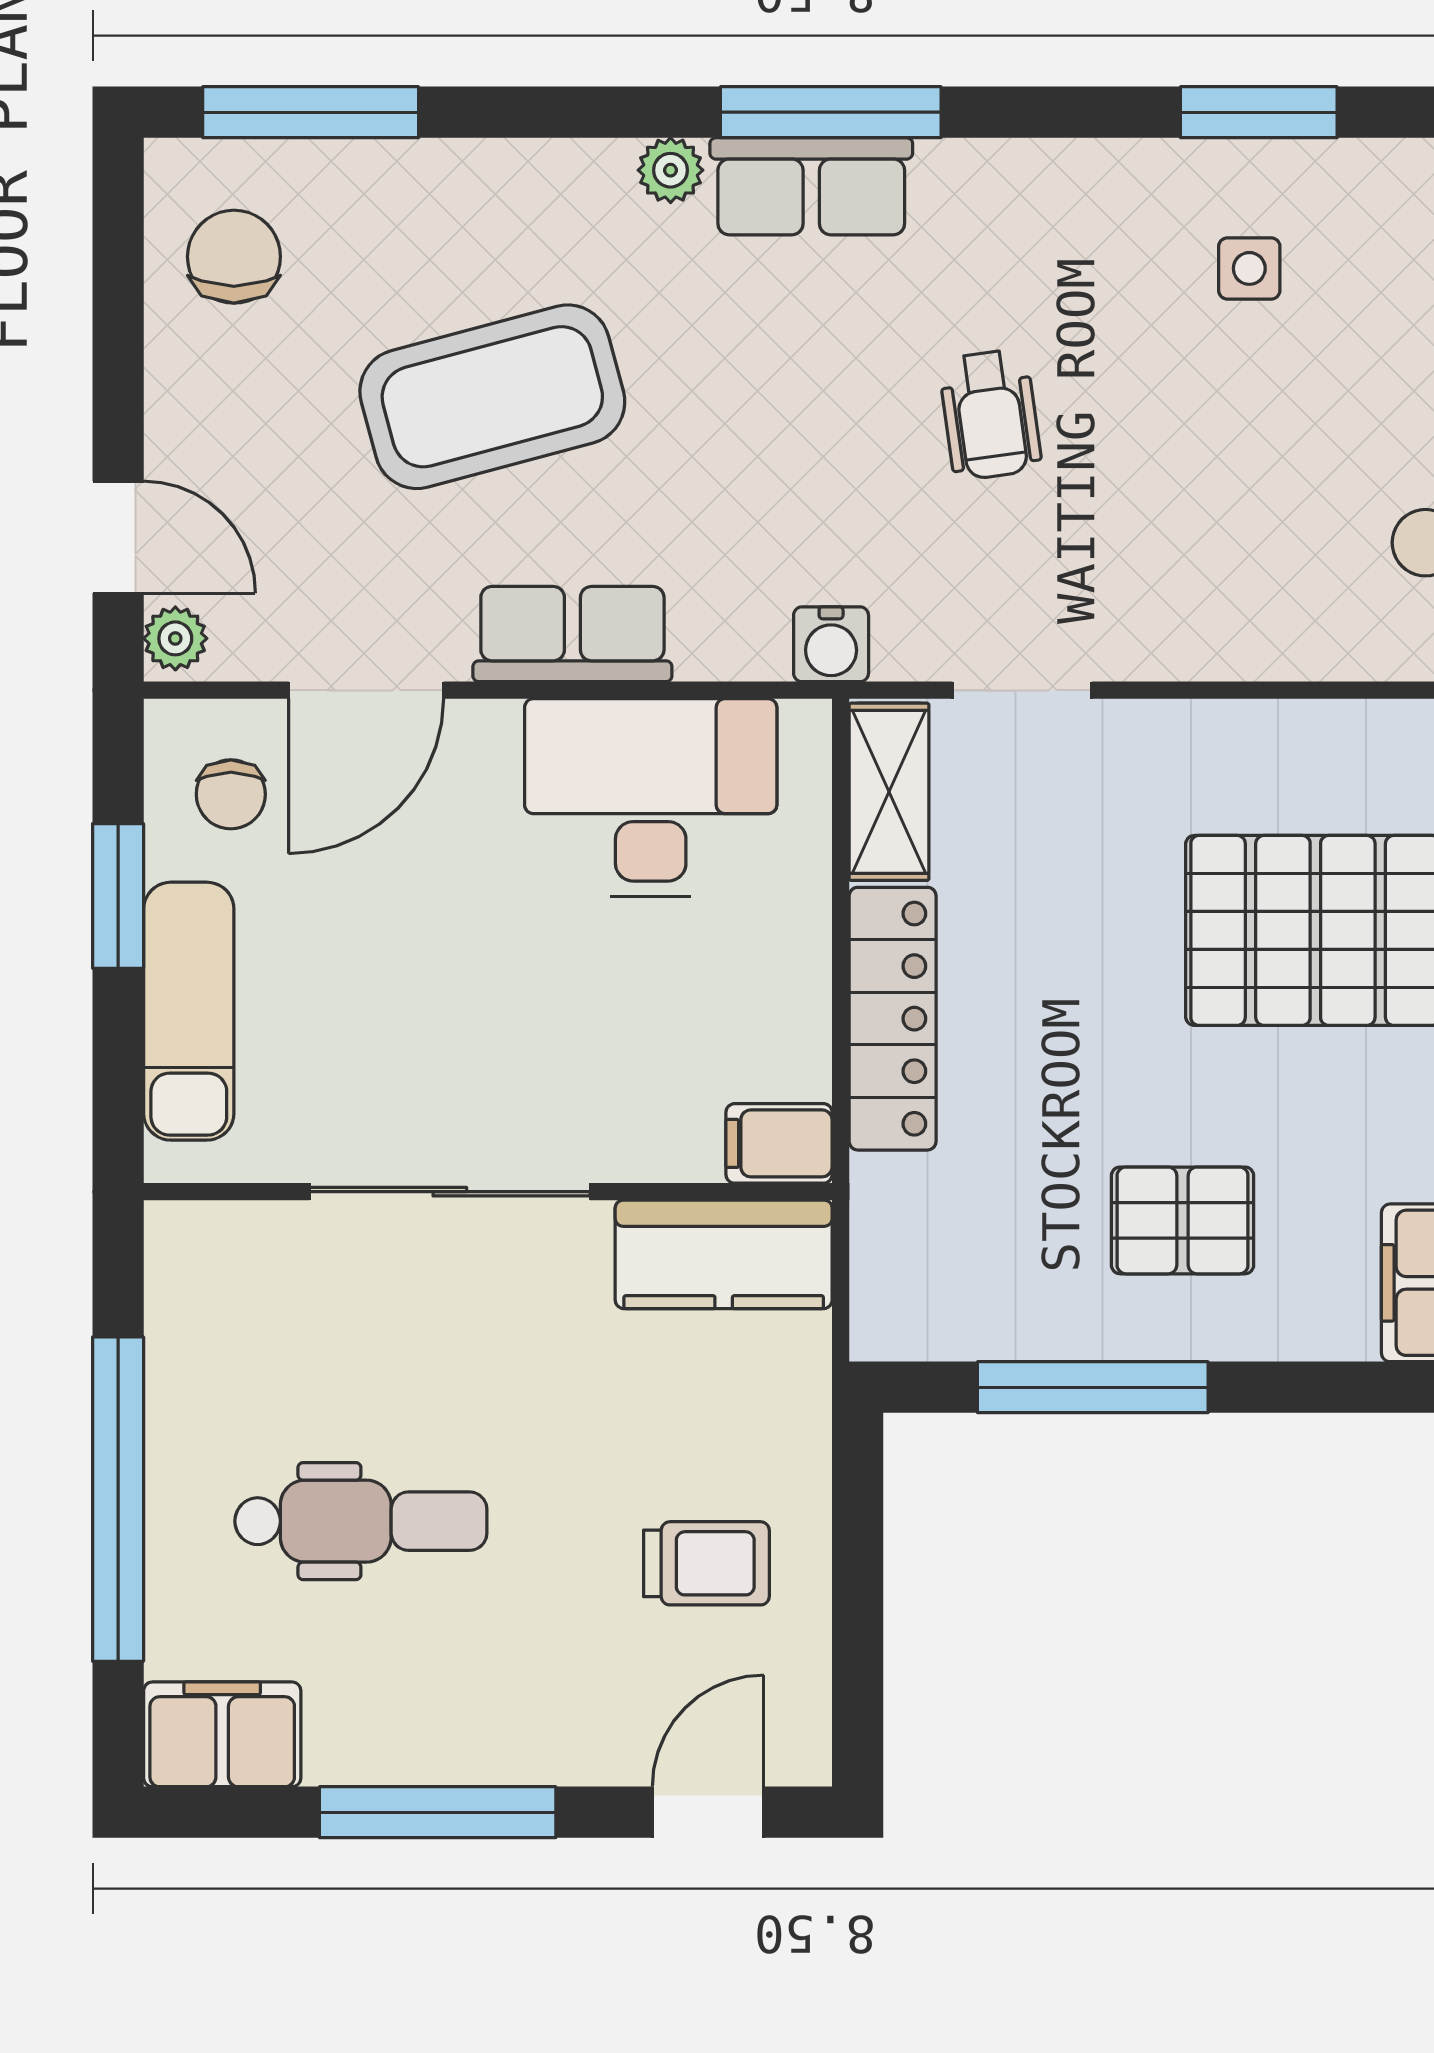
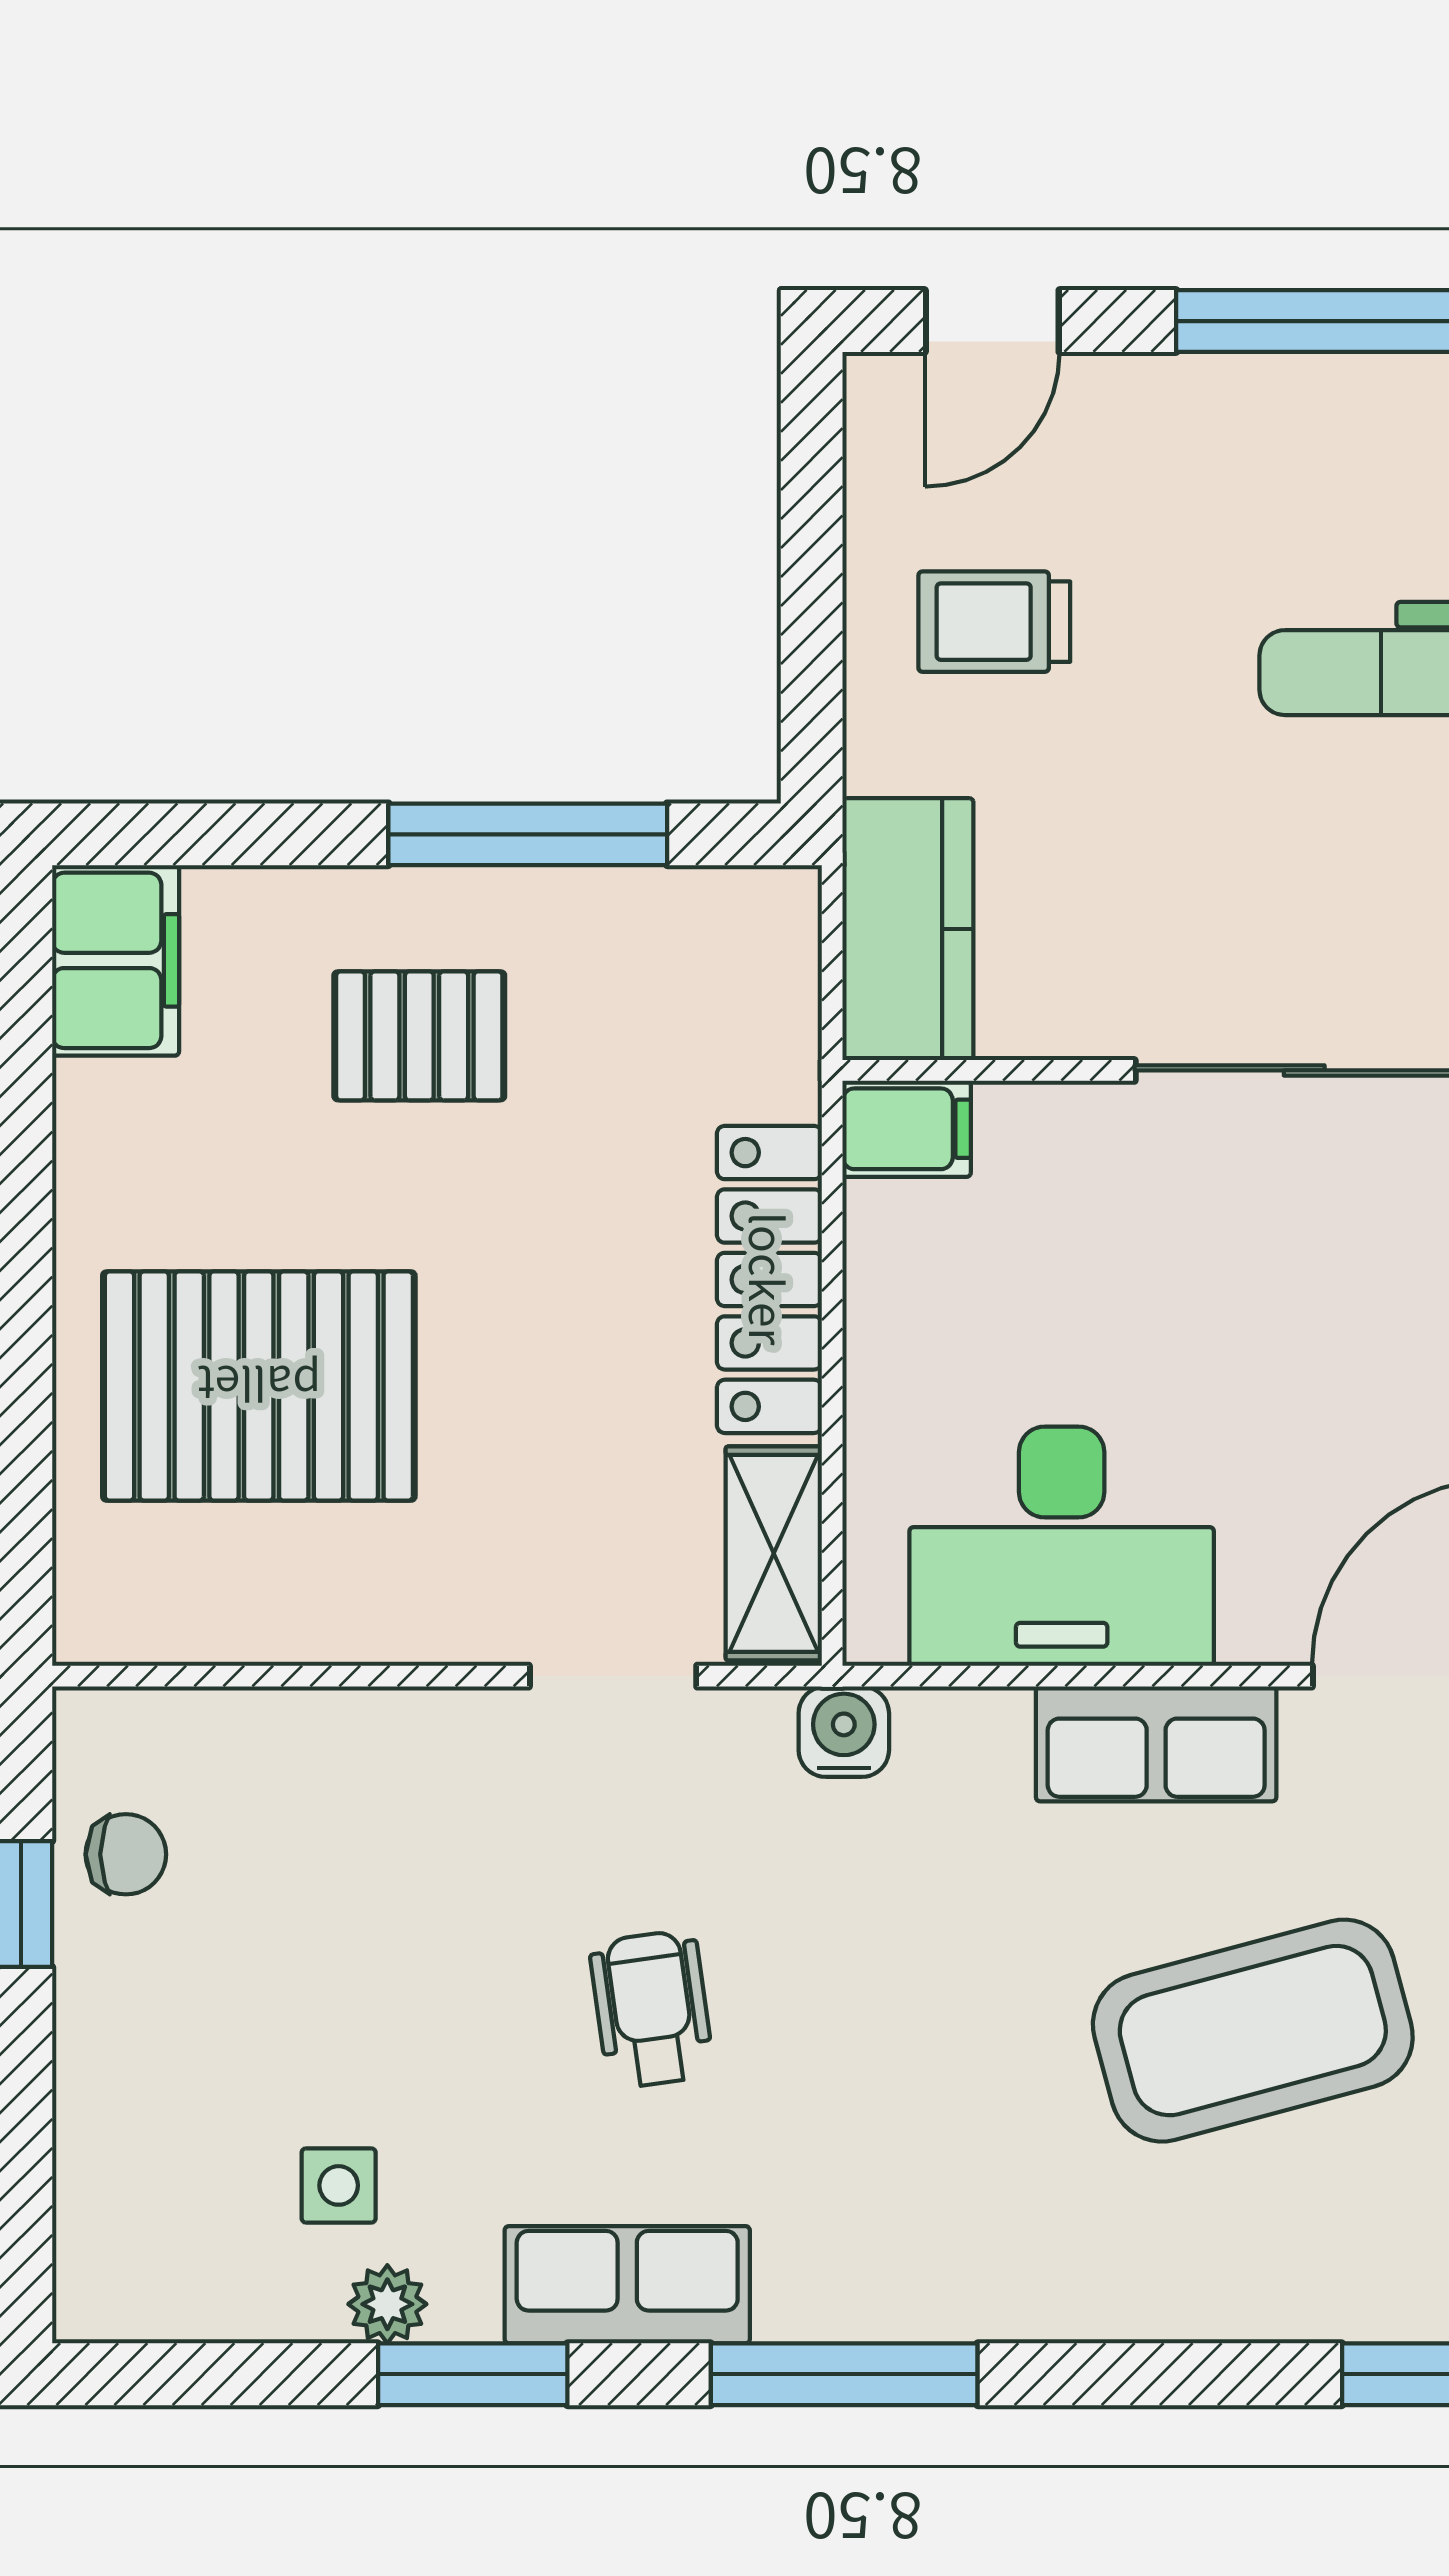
window: (1259, 112) -> (473, 2374), moved
plant: (671, 170) -> (387, 2304), moved
row of seats: (811, 186) -> (627, 2285), moved
kitchen counter: (724, 1254) -> (908, 929), moved, turned 90

